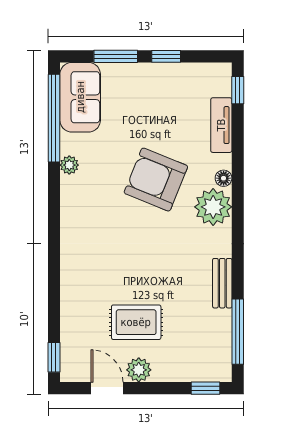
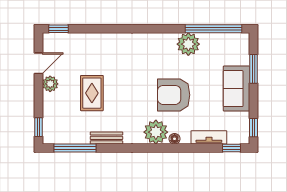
window: (166, 56) -> (253, 128), moved
sofa: (80, 97) -> (237, 89), moved, turned 90
plant: (69, 165) -> (188, 44), width x1.88, depth x1.88
armchair: (156, 180) -> (174, 95), turned -112
rug: (136, 322) -> (92, 93), moved

